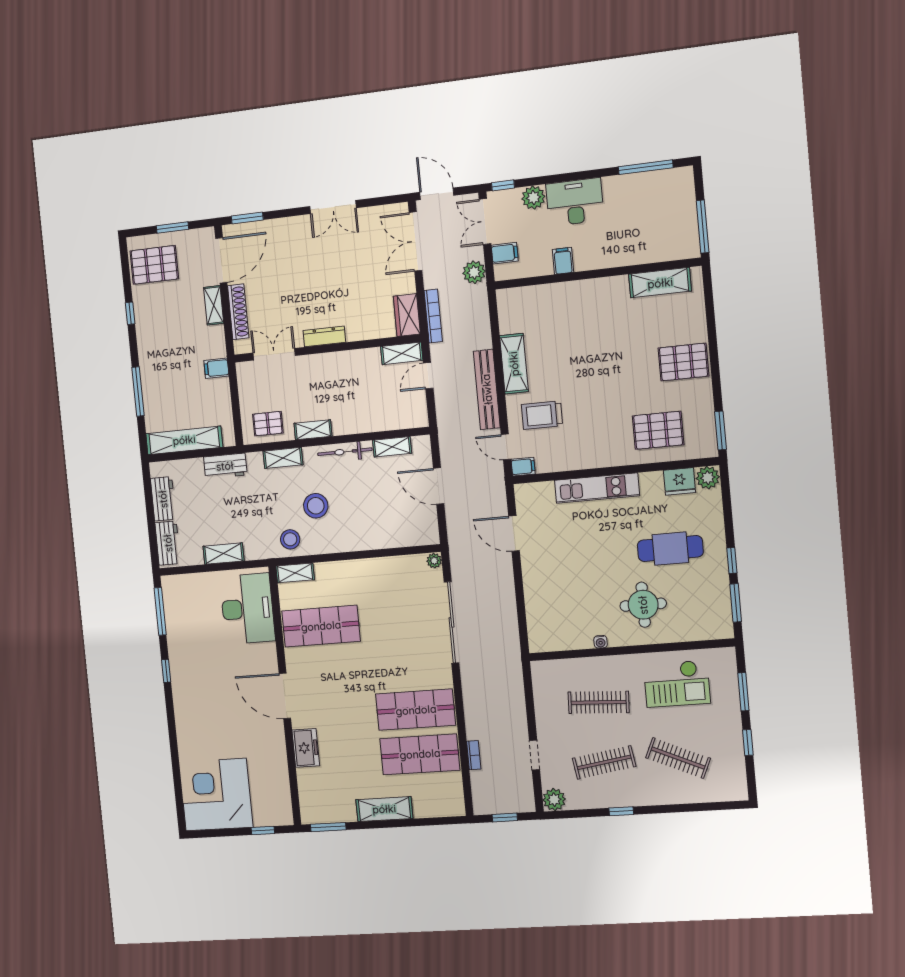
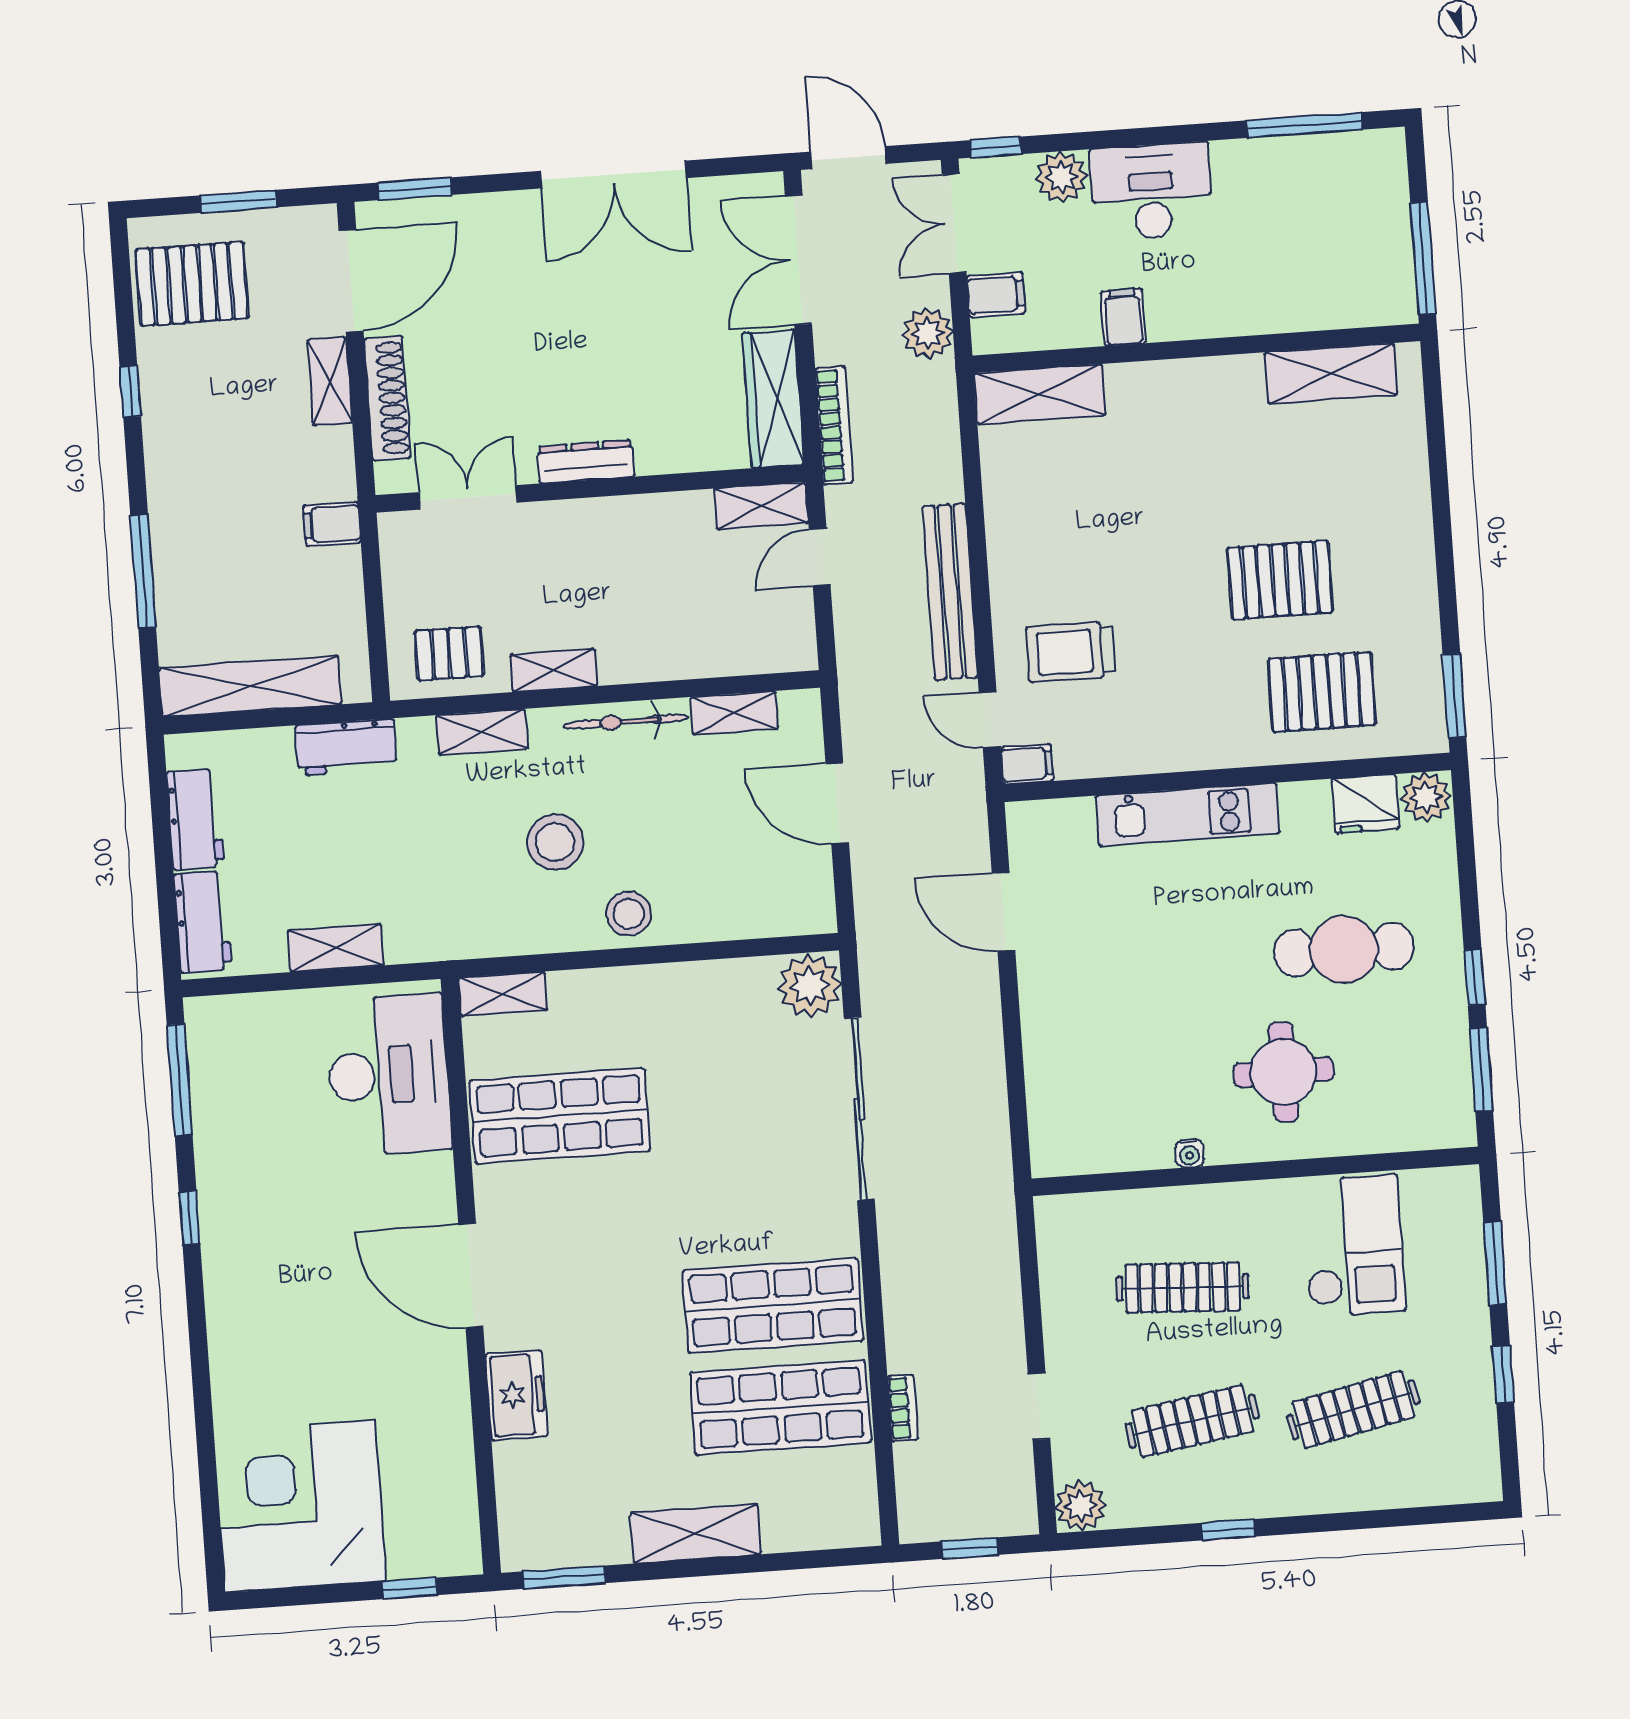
double door: (333, 207) -> (613, 175), width x1.37
wardrobe: (407, 315) -> (773, 399), width x1.50
pallet: (683, 362) -> (1280, 580), moved
shelving: (514, 364) -> (1040, 394), moved, turned 90
stool: (290, 539) -> (629, 914), moved
plant: (434, 561) -> (810, 986), width x1.88, depth x1.88
checkout: (677, 684) -> (1353, 1246), turned -90
clothes rail: (678, 758) -> (1353, 1410), turned -36

